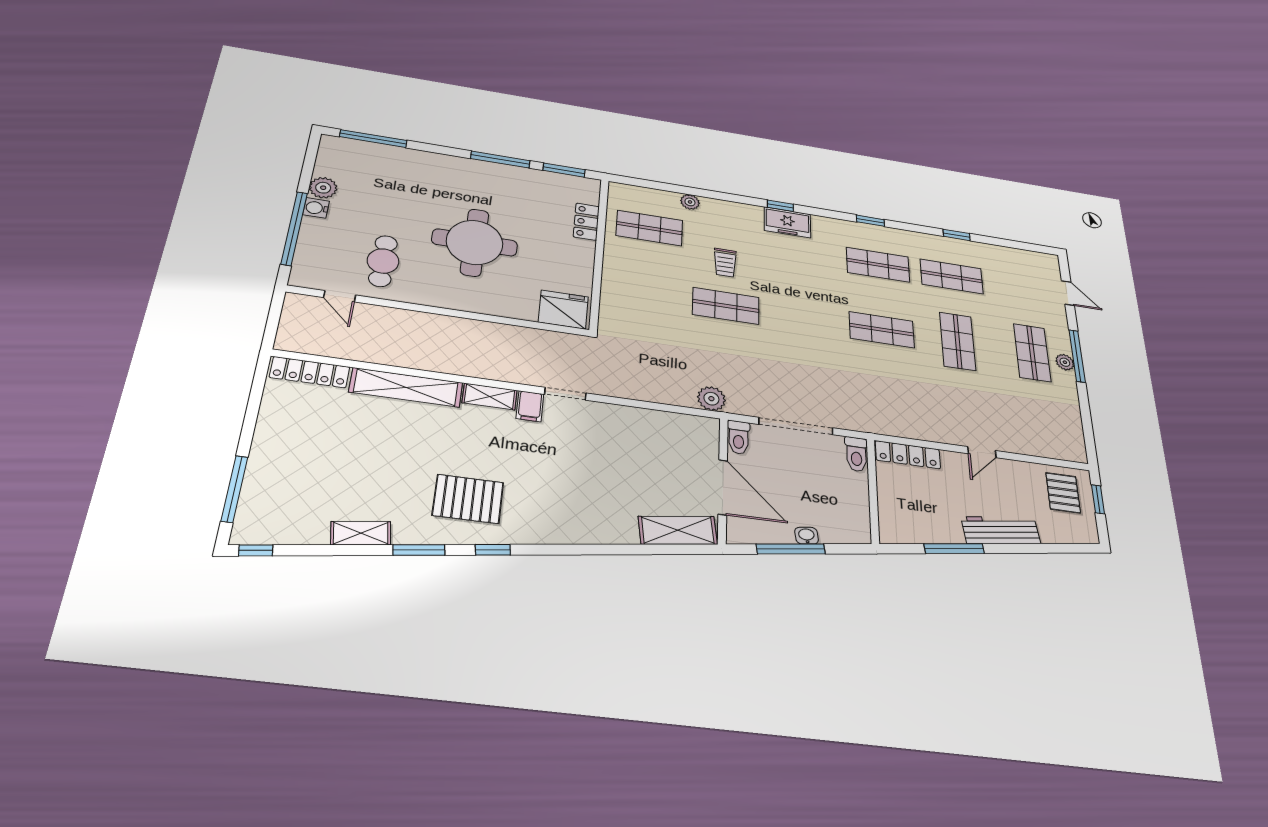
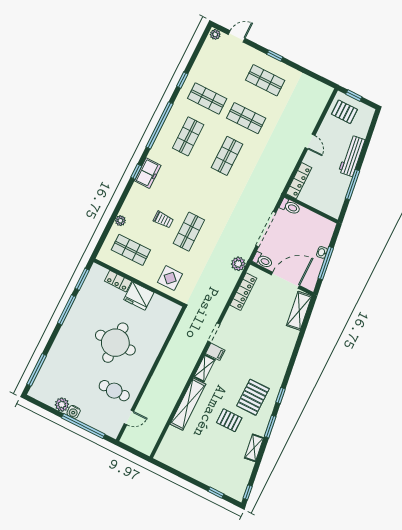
window: (870, 221) -> (160, 125), width x3.17
shop shelf: (649, 228) -> (131, 250), turned 90
shop shelf: (952, 276) -> (207, 98), turned 90
display table: (631, 298) -> (170, 278), added
fridge: (563, 310) -> (139, 296), moved, turned -90
window: (1077, 356) -> (275, 56), width x0.46
plant: (1065, 362) -> (215, 34), moved
locker: (310, 372) -> (243, 292), moved
pallet: (402, 469) -> (229, 420), added
window: (234, 489) -> (216, 493), width x0.46

